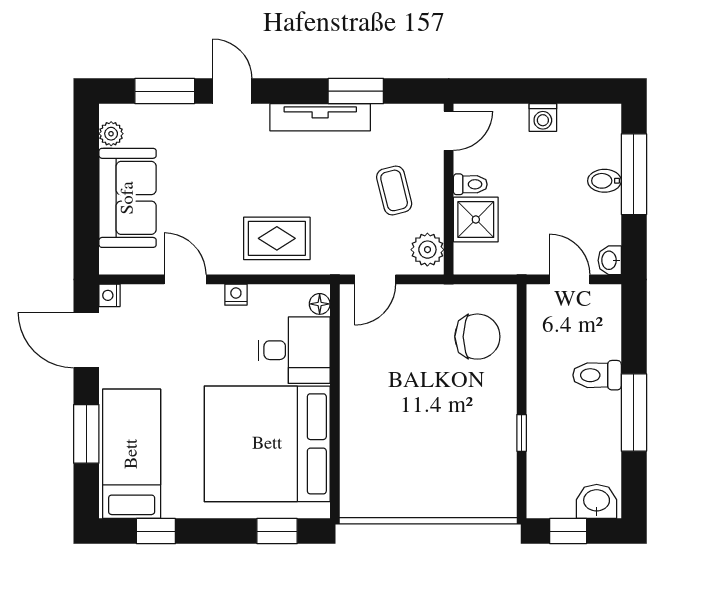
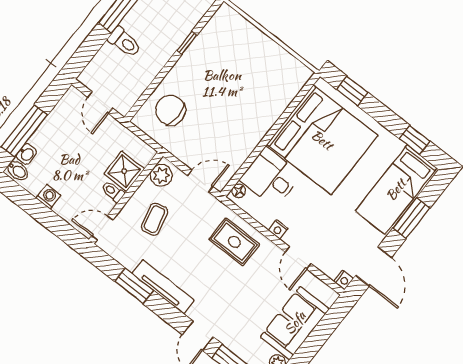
bidet: (604, 181) -> (18, 171), moved
washbasin: (610, 260) -> (26, 154), moved

